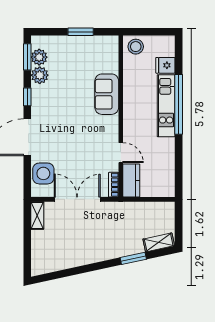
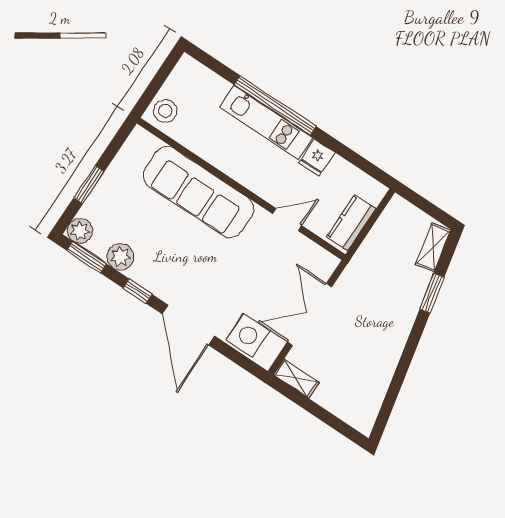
window: (81, 32) -> (89, 185), moved
plant: (39, 57) -> (80, 231), moved
fridge: (165, 65) -> (317, 157), moved
sofa: (107, 94) -> (199, 192), width x1.85, depth x1.27
kitchen counter: (131, 180) -> (351, 223), moved, turned -90
bookcase: (114, 185) -> (322, 256), removed

